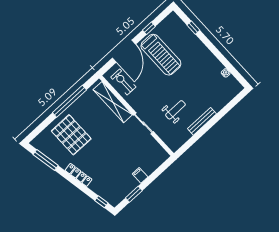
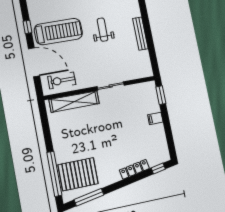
window: (70, 101) -> (54, 174), moved
weight bench: (175, 110) -> (103, 30), moved
pallet: (71, 135) -> (78, 174), moved
locker: (78, 175) -> (134, 169), moved
window: (134, 194) -> (161, 95), moved

